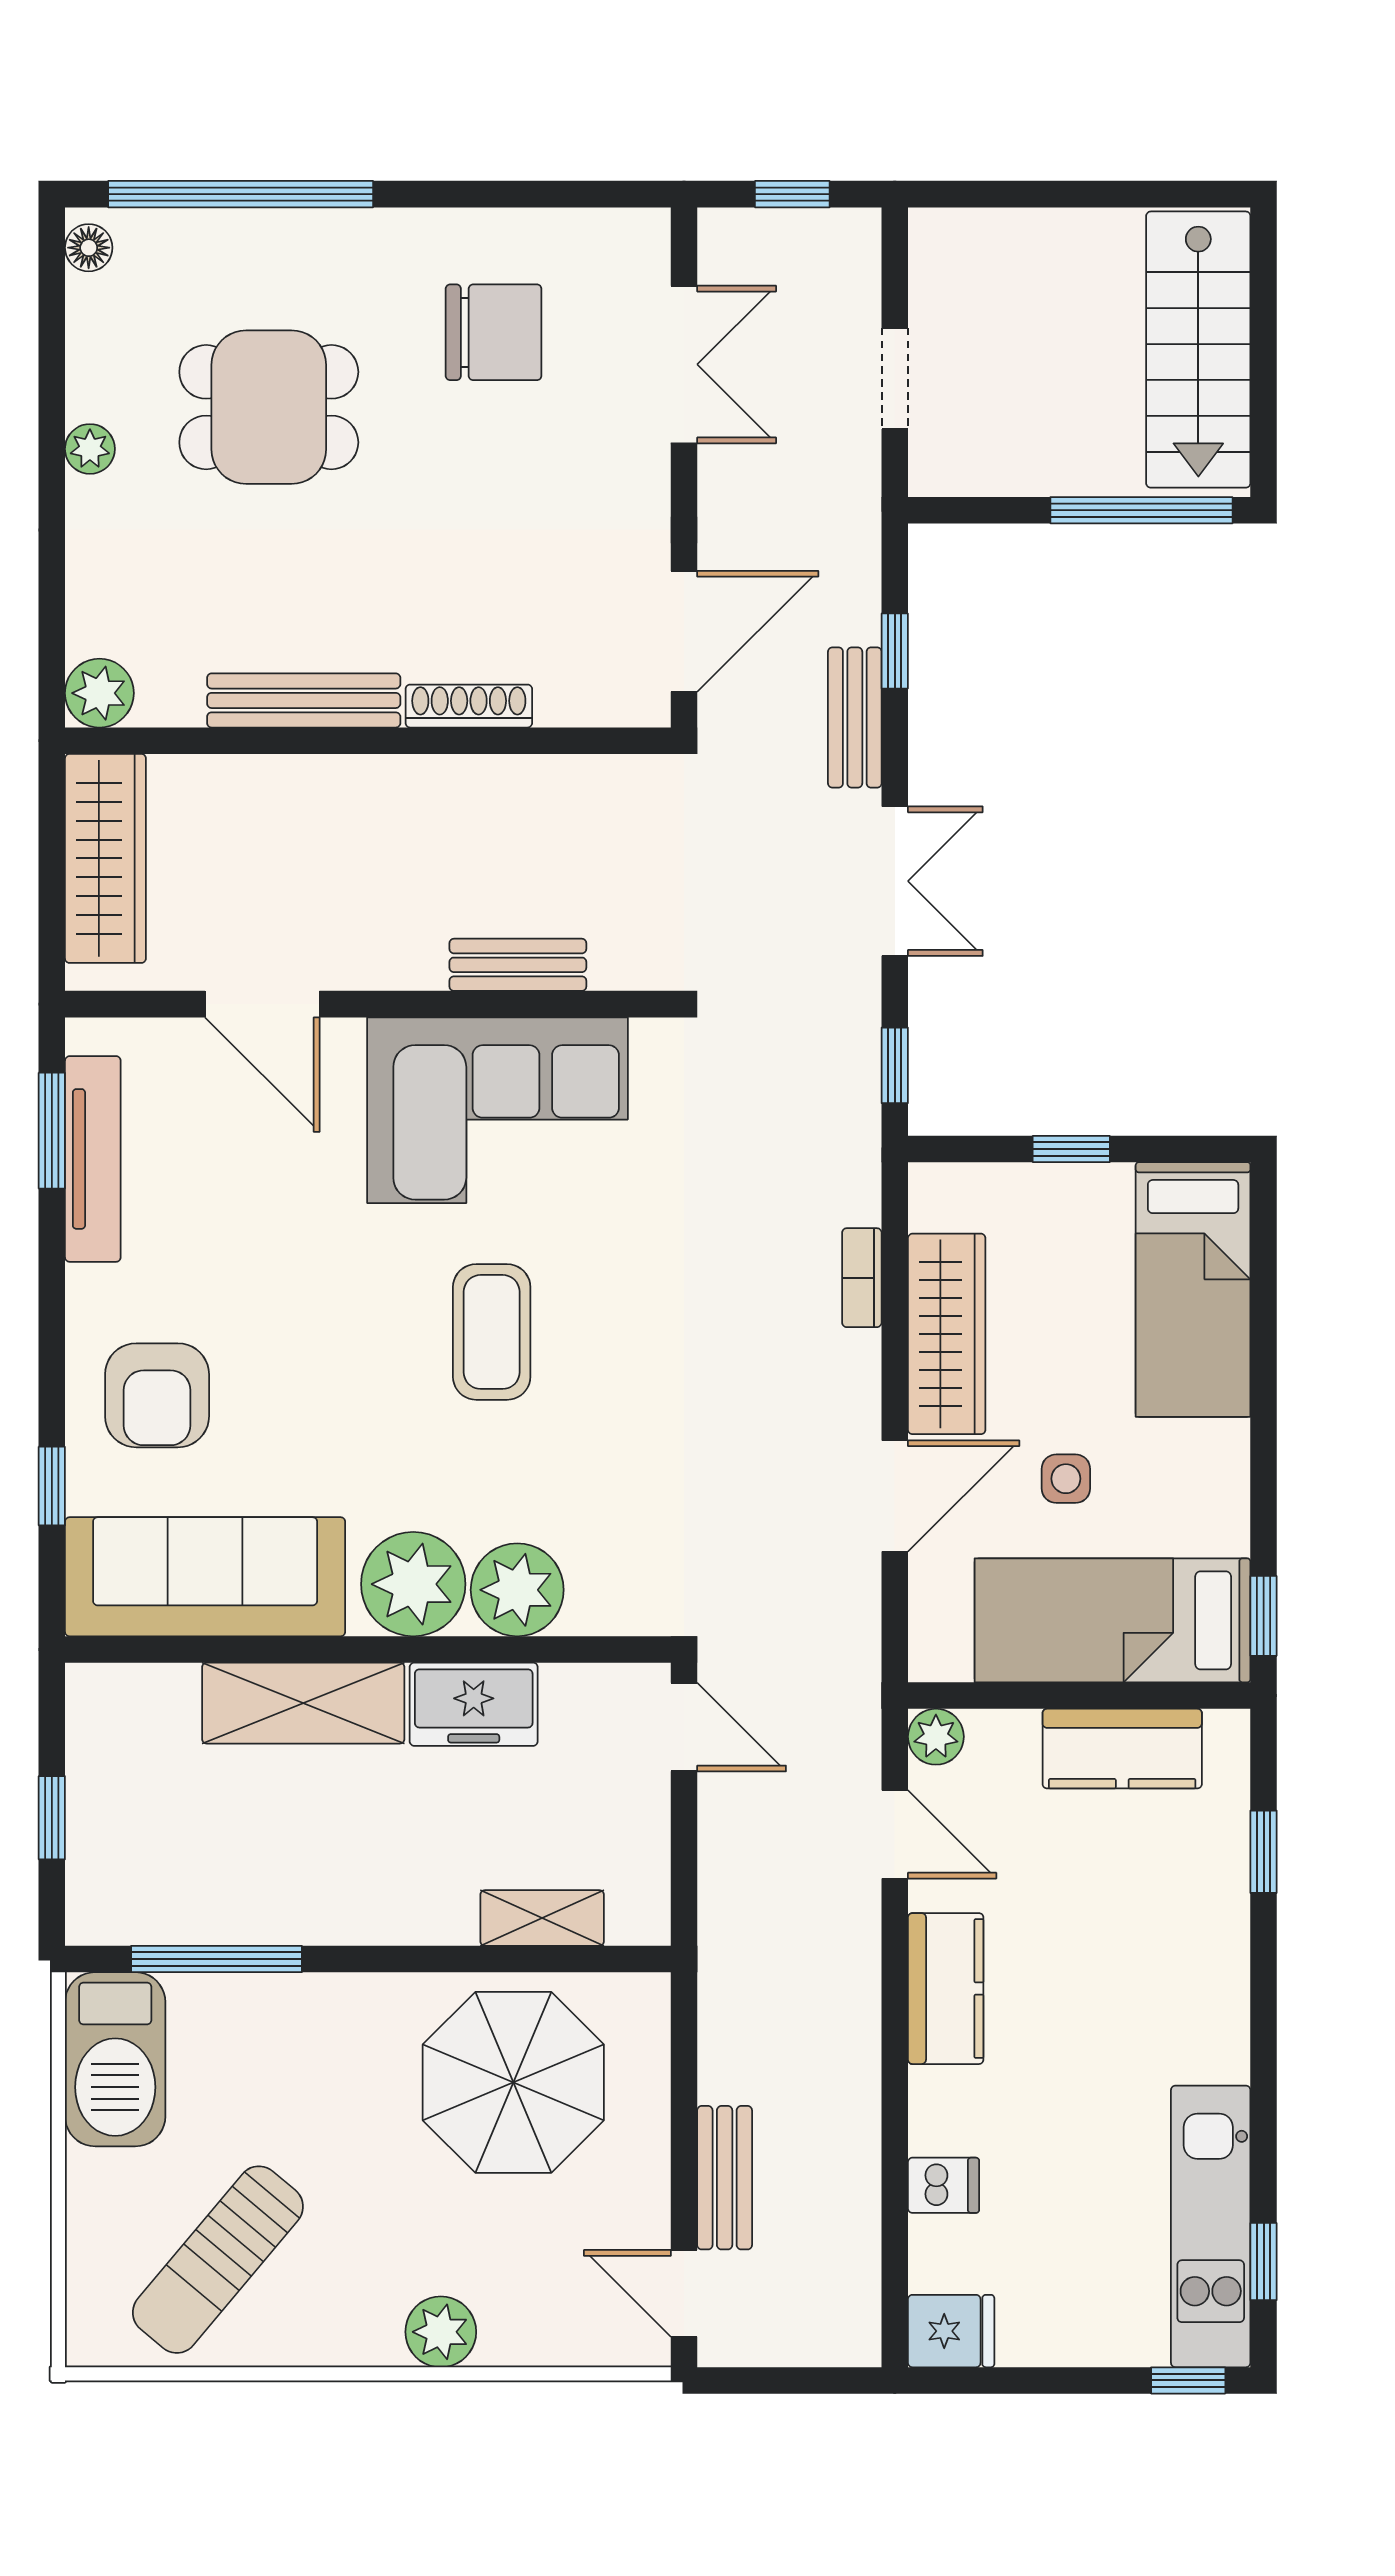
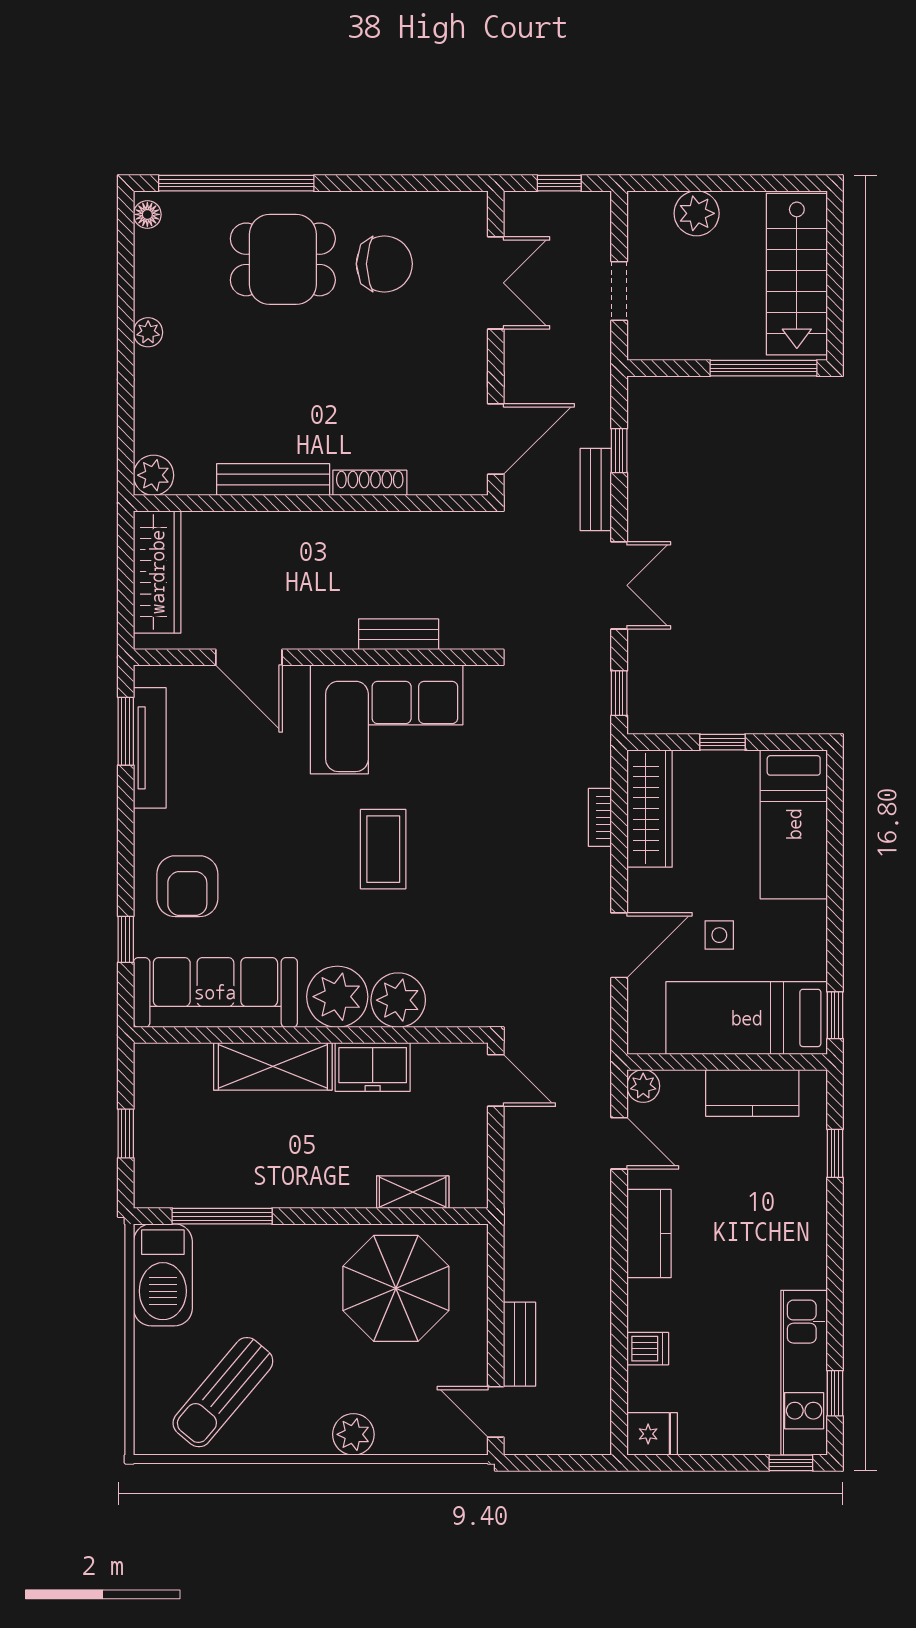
plant: (1027, 246) -> (697, 213), added
dining table: (269, 407) -> (283, 259), moved
wardrobe: (947, 1334) -> (650, 808), moved

